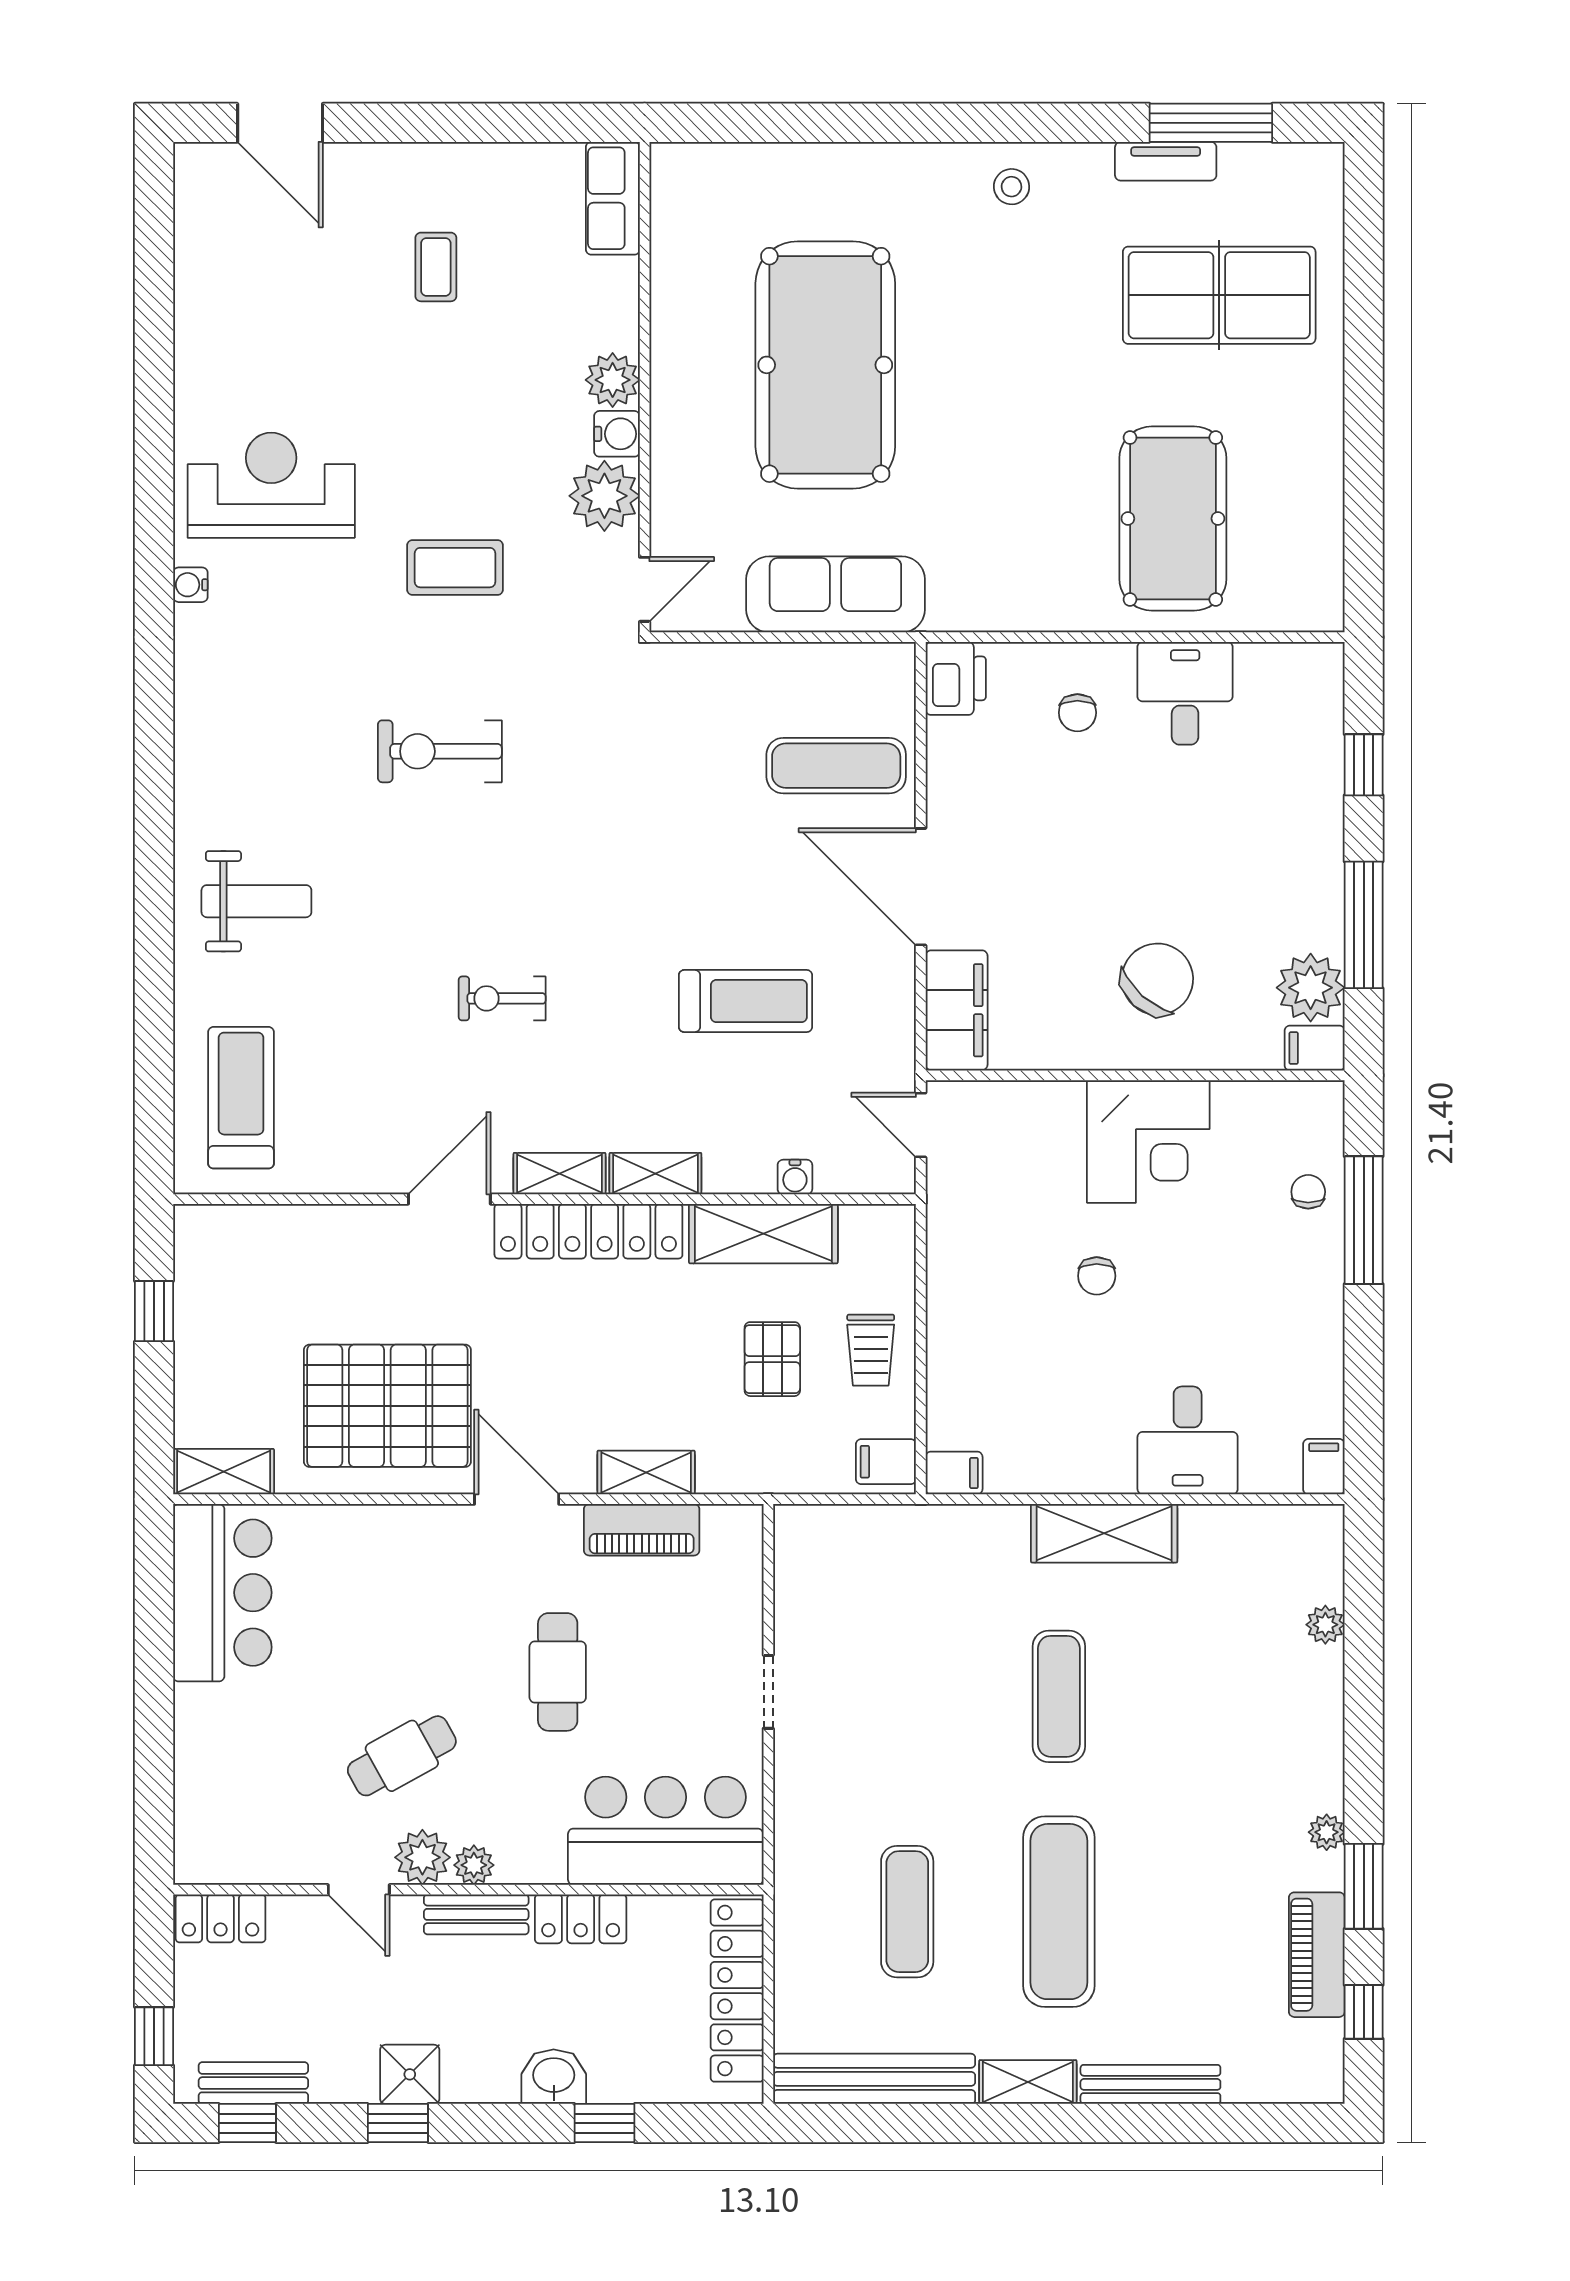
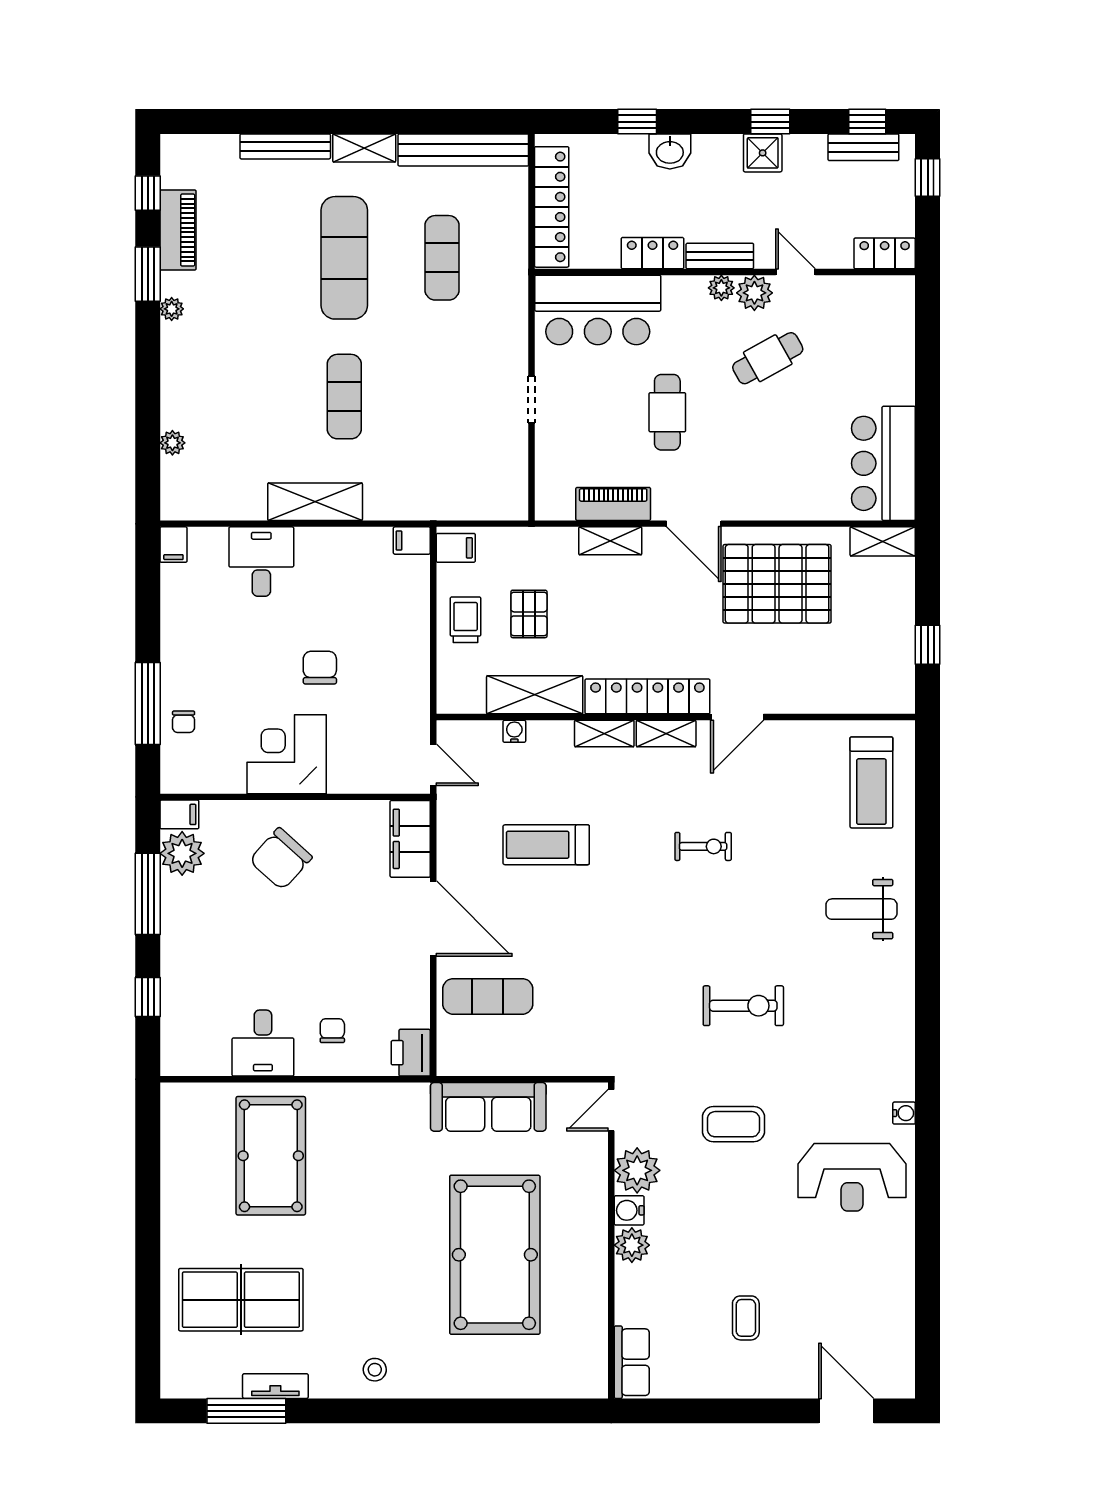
chair: (1097, 1276) -> (320, 668), width x1.37, depth x1.37

